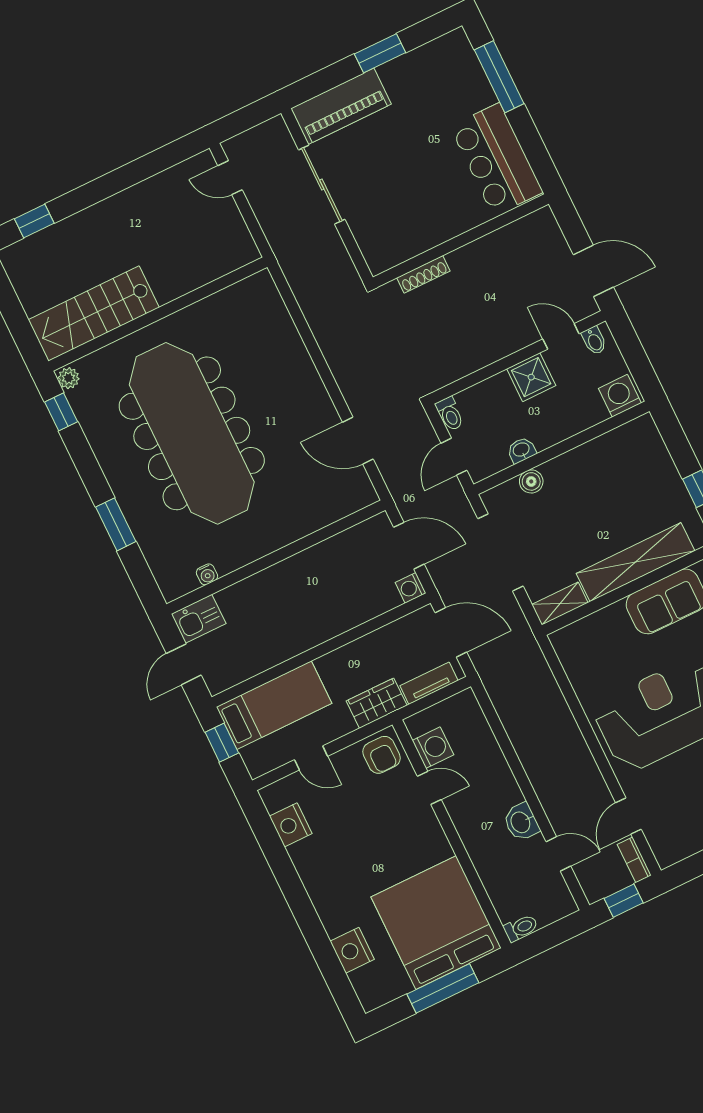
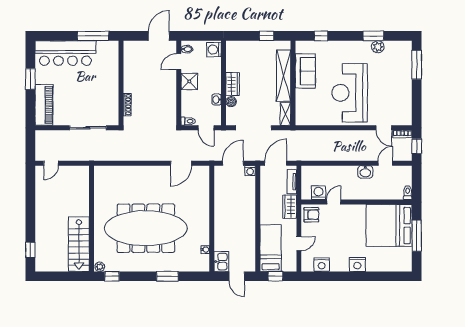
window: (499, 77) -> (93, 36), moved
bar counter: (496, 159) -> (65, 53), moved, width x1.36
sliding door: (322, 185) -> (88, 128), moved
wardrobe: (568, 467) -> (233, 84), added
nightstand: (352, 950) -> (357, 264), moved

